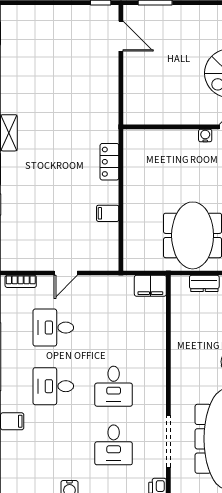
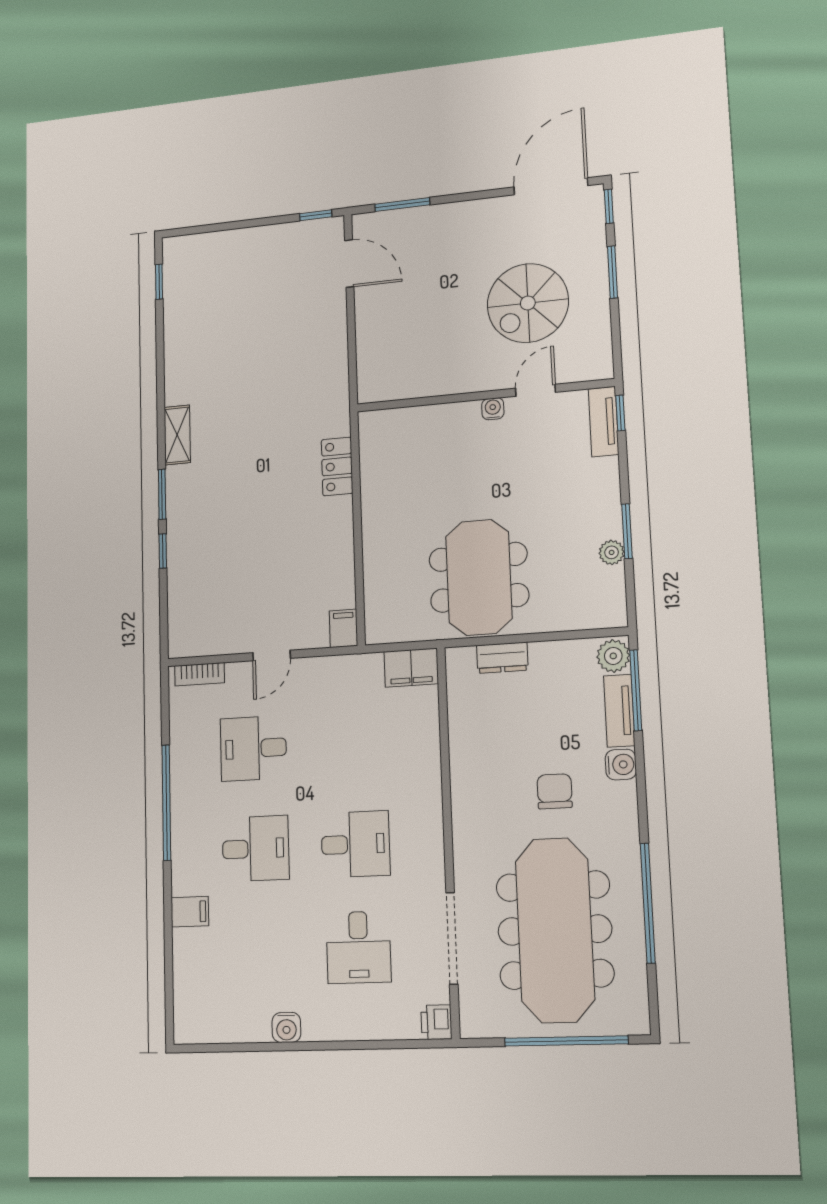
filing cabinet: (108, 213) -> (344, 628), moved, turned 90
desk: (53, 386) -> (256, 849), turned 180
desk: (114, 386) -> (355, 844), turned -90

